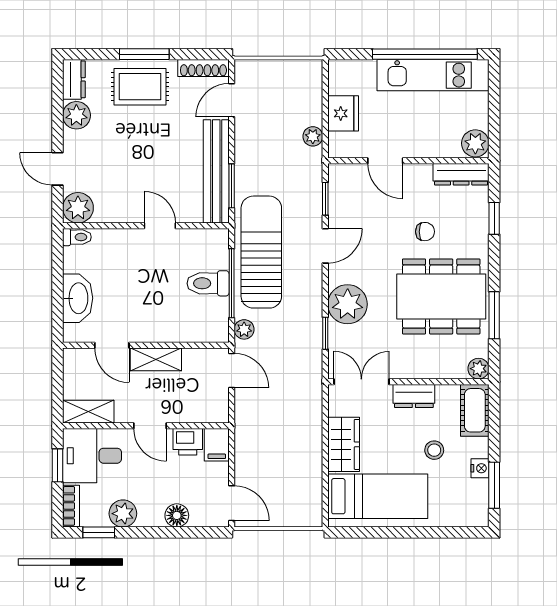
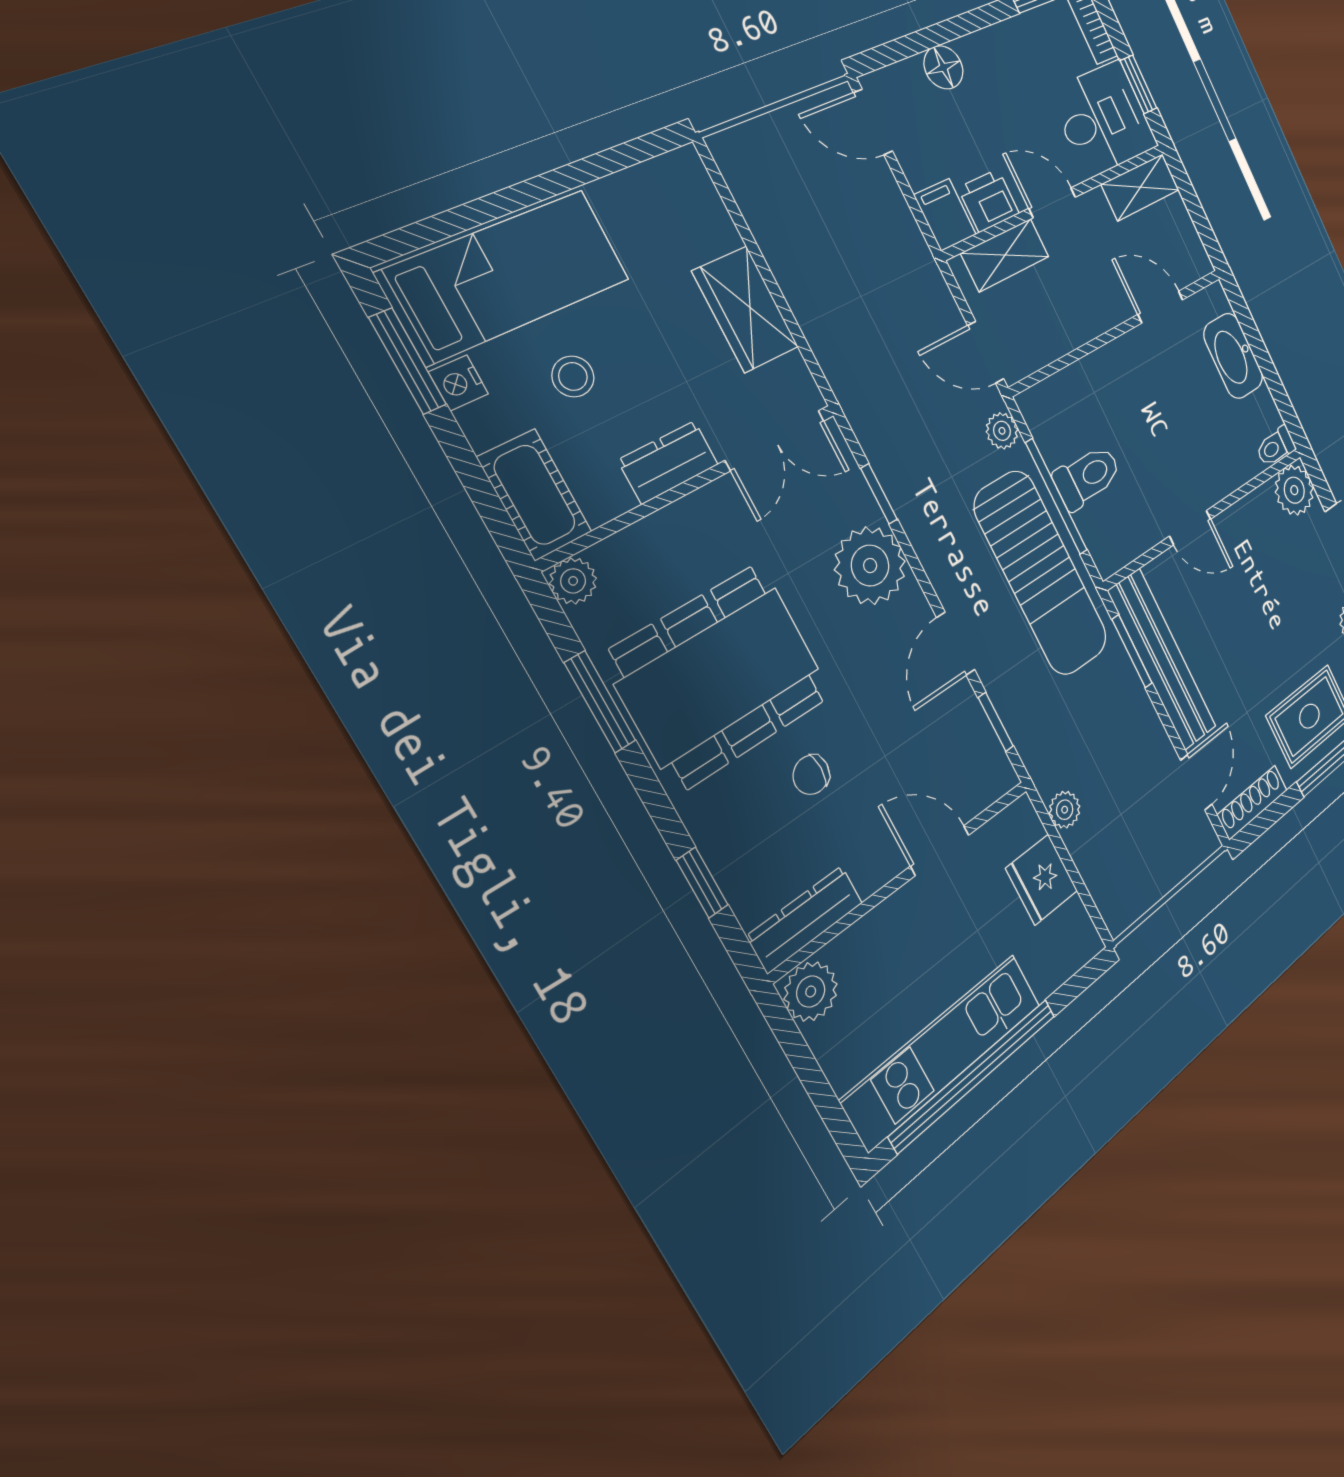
shelving: (156, 359) -> (1005, 255), moved
bed: (378, 496) -> (506, 276), moved, turned 180
plant: (123, 514) -> (1019, 41), removed

